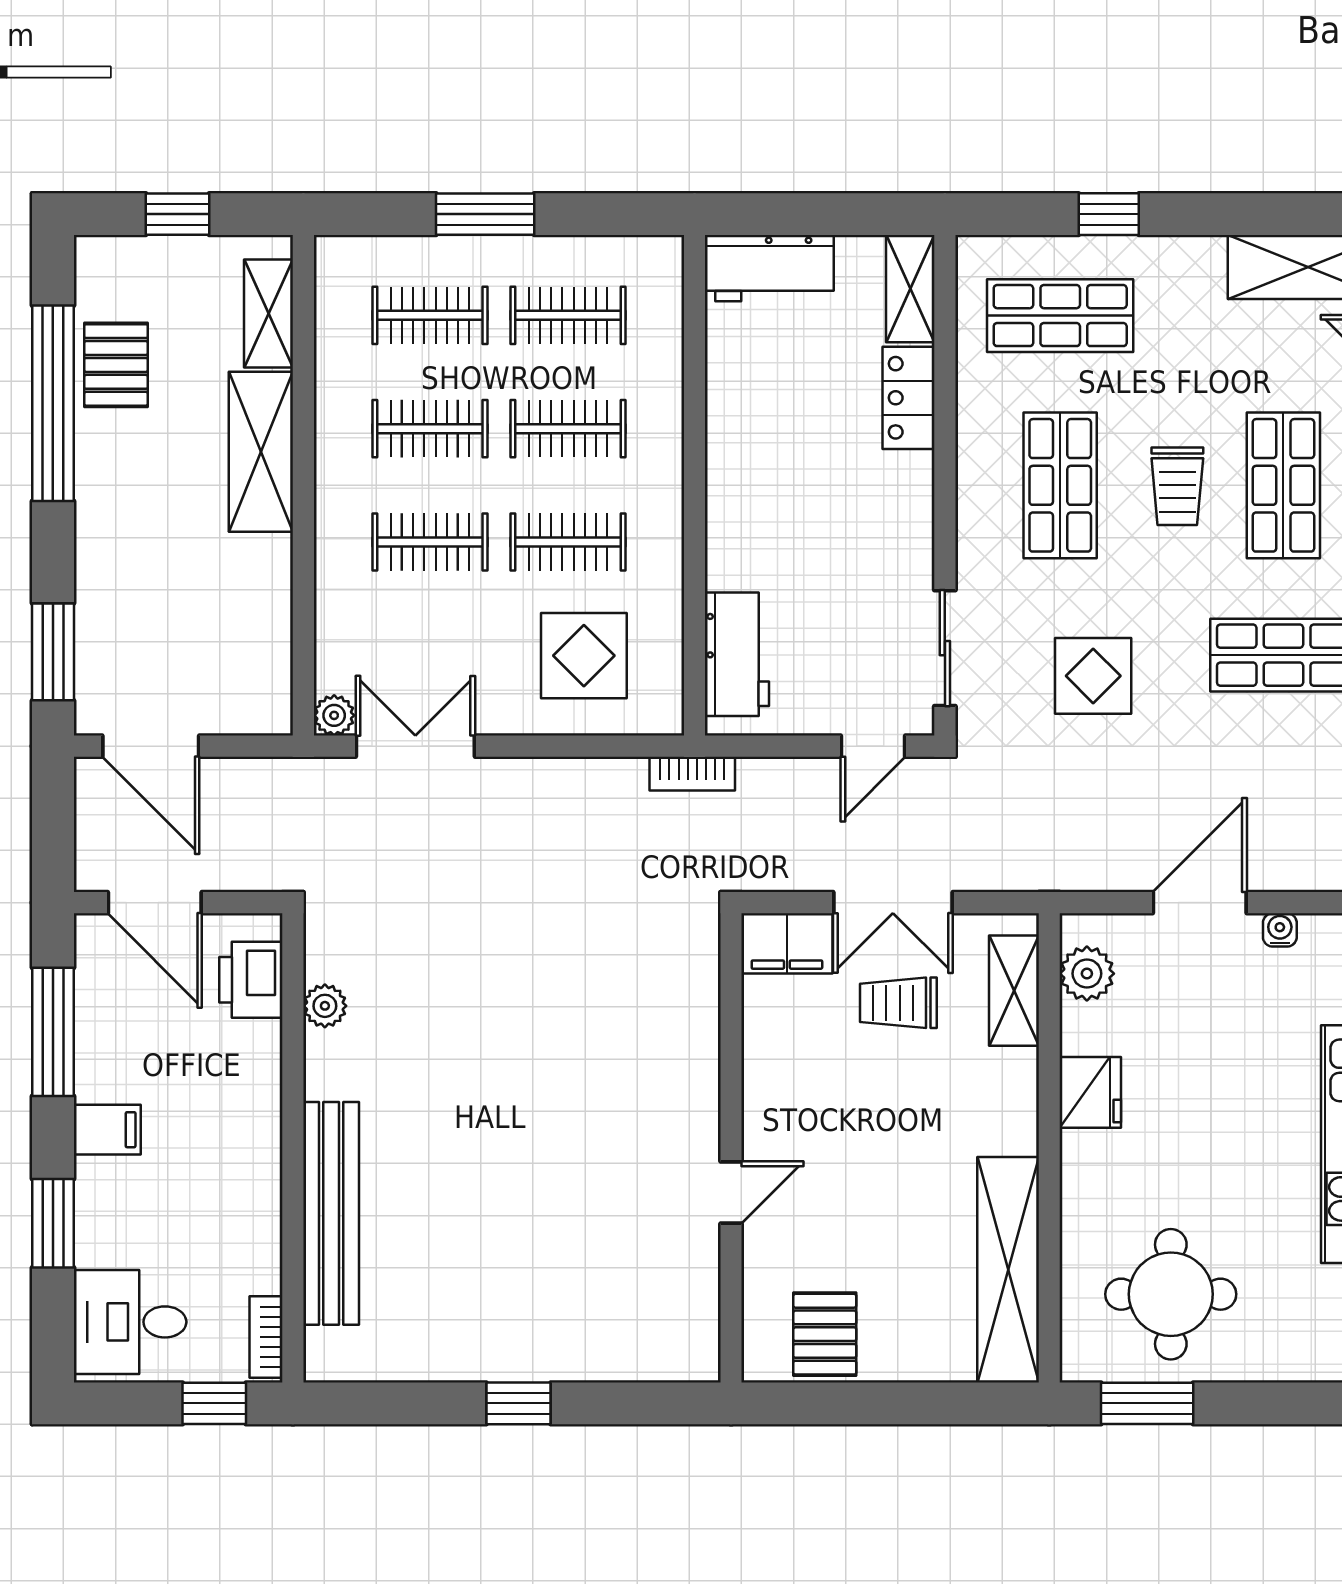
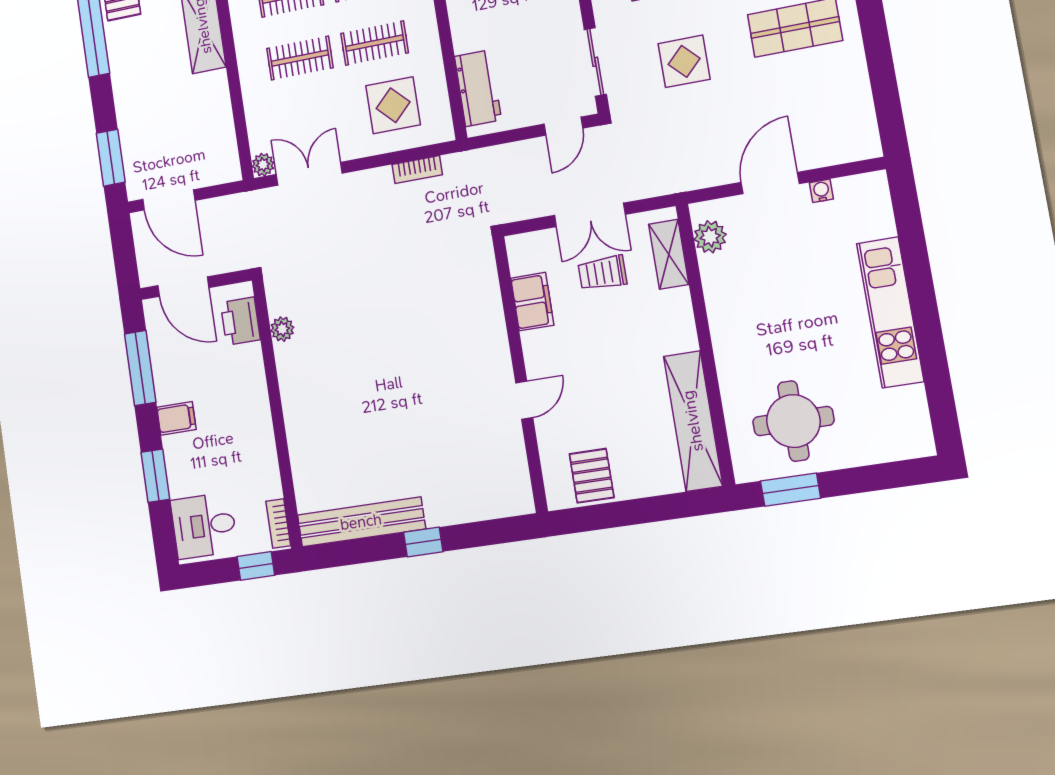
bookcase: (692, 774) -> (417, 170), moved
filing cabinet: (787, 943) -> (532, 302), moved, turned -90
fridge: (1090, 1092) -> (724, 307), removed
bench: (331, 1213) -> (361, 522), moved, turned 90

